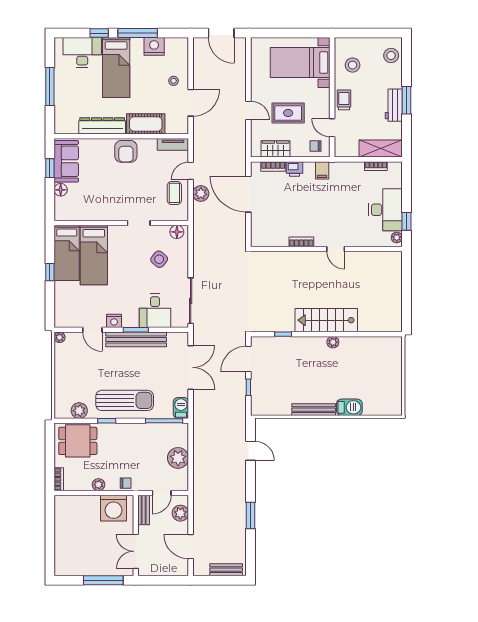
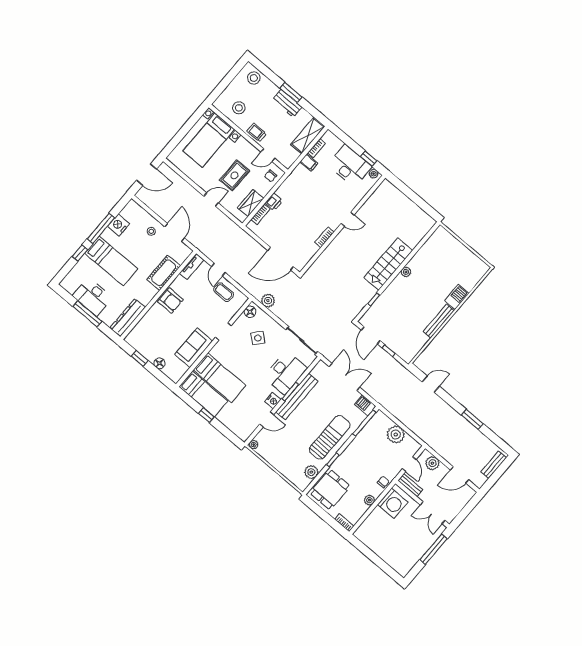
desk: (82, 52) -> (92, 297), moved, turned -90
dresser: (102, 126) -> (128, 318), moved
sofa: (66, 161) -> (194, 348), moved, turned -90
filing cabinet: (322, 170) -> (309, 163), moved
plant: (201, 193) -> (268, 301), moved
door: (248, 194) -> (281, 259), moved
desk: (155, 311) -> (285, 373), width x1.37

